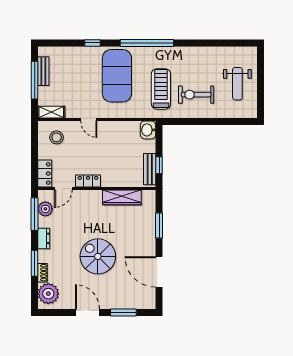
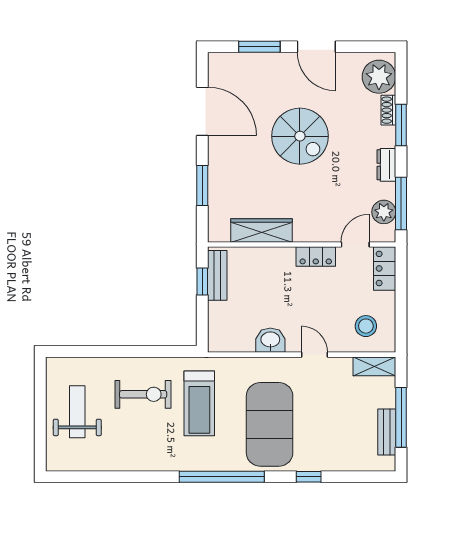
washbasin: (148, 130) -> (270, 340), moved, turned -90

